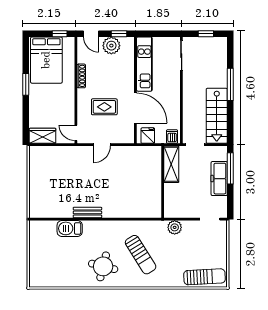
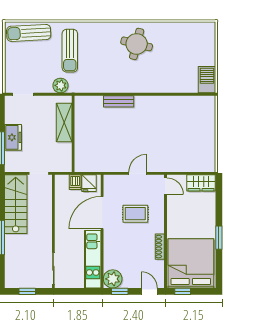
plant: (111, 46) -> (113, 279), moved
bed: (46, 60) -> (191, 263), width x1.36
door: (135, 108) -> (102, 213), hinge flipped
dishwasher: (172, 137) -> (75, 182), moved
shelving: (171, 164) -> (64, 123), moved
freezer: (219, 179) -> (13, 137), width x0.71
bench: (87, 212) -> (119, 101), moved
barbecue: (70, 228) -> (207, 80), moved, turned -90
sun lounger: (141, 255) -> (70, 51), moved, turned -148

